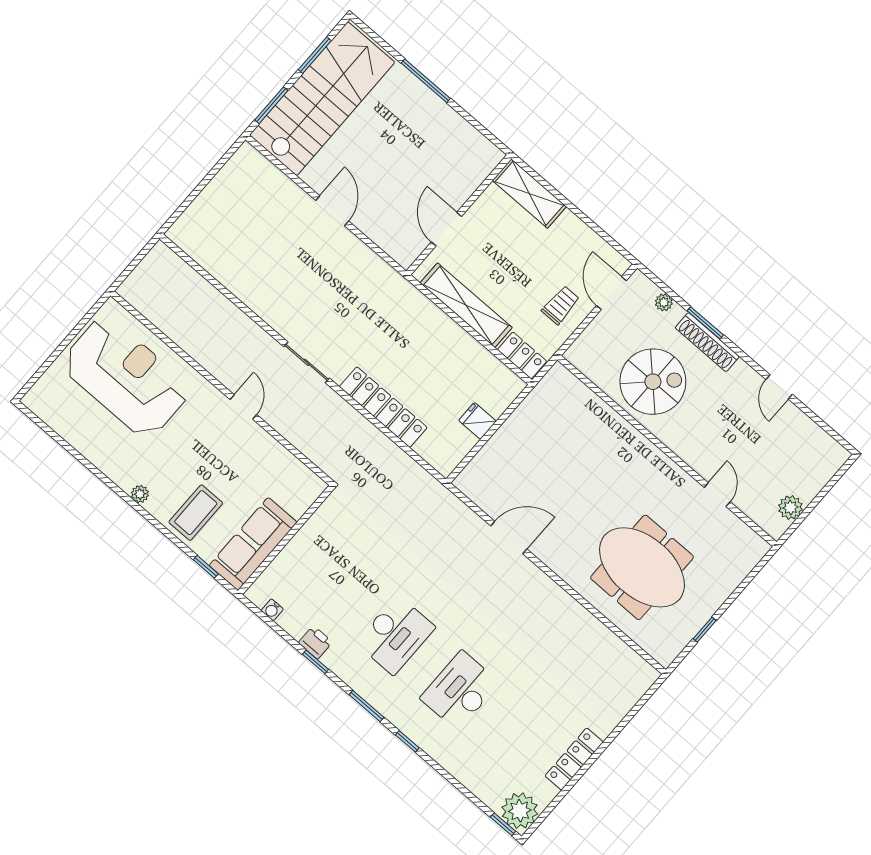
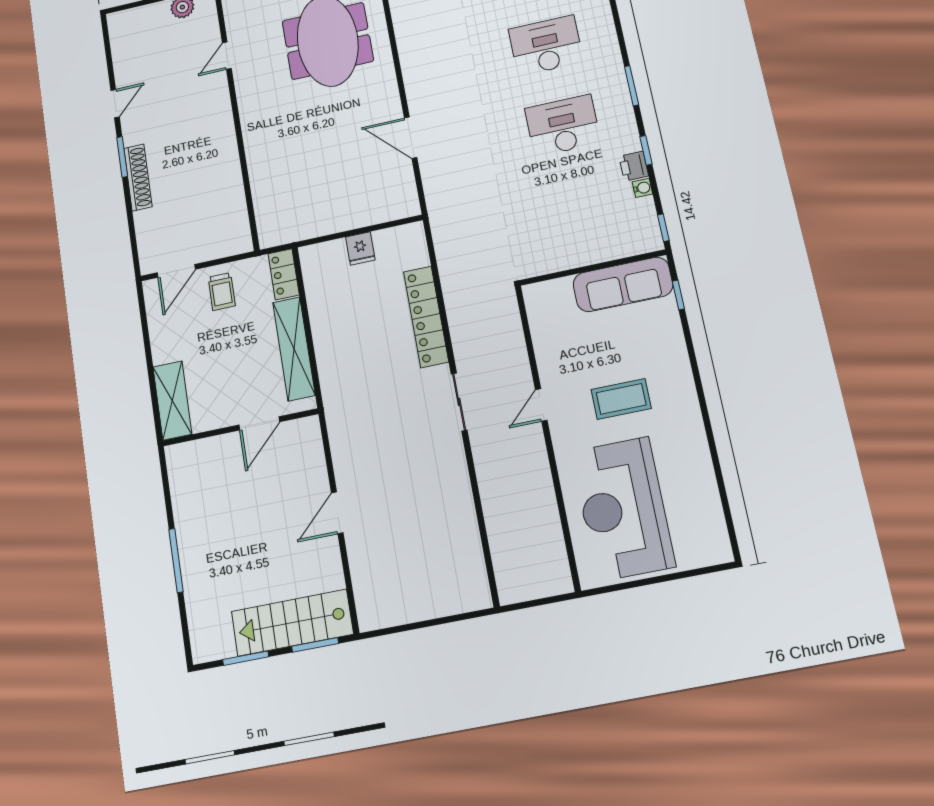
stairs: (322, 99) -> (292, 623), width x0.73, depth x0.66
plant: (664, 302) -> (144, 233), removed
trolley: (561, 305) -> (222, 292), turned -90
window: (705, 323) -> (122, 157), moved
spiral stairs: (653, 382) -> (202, 178), removed
plant: (140, 494) -> (688, 398), removed
coffee table: (196, 513) -> (621, 399), moved
water cooler: (272, 610) -> (642, 188), moved
desk: (460, 691) -> (546, 46), turned 180
window: (407, 741) -> (663, 228), moved

